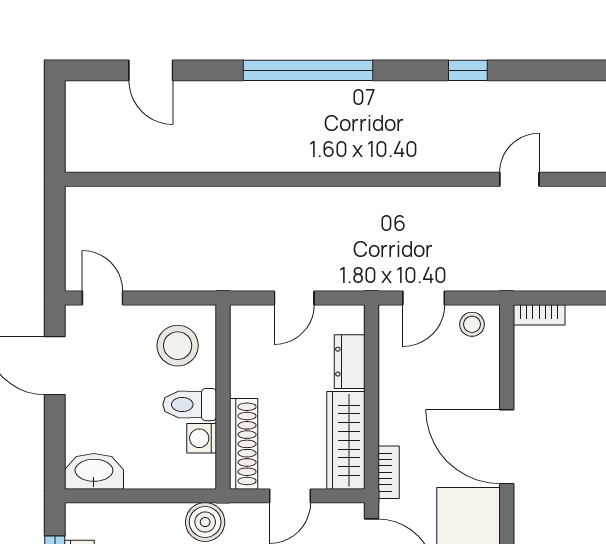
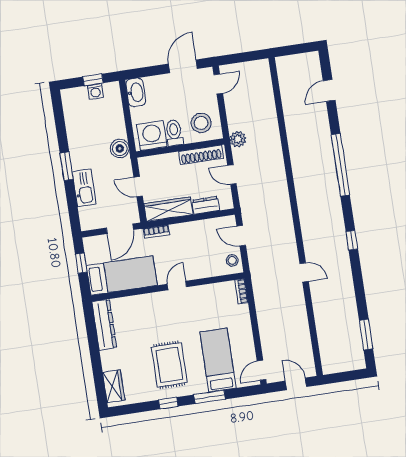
plant: (223, 274) -> (238, 139), added
washing machine: (202, 438) -> (152, 136), width x1.89, depth x1.89
shoe rack: (244, 444) -> (201, 155), moved
door: (507, 447) -> (177, 286), width x0.53

